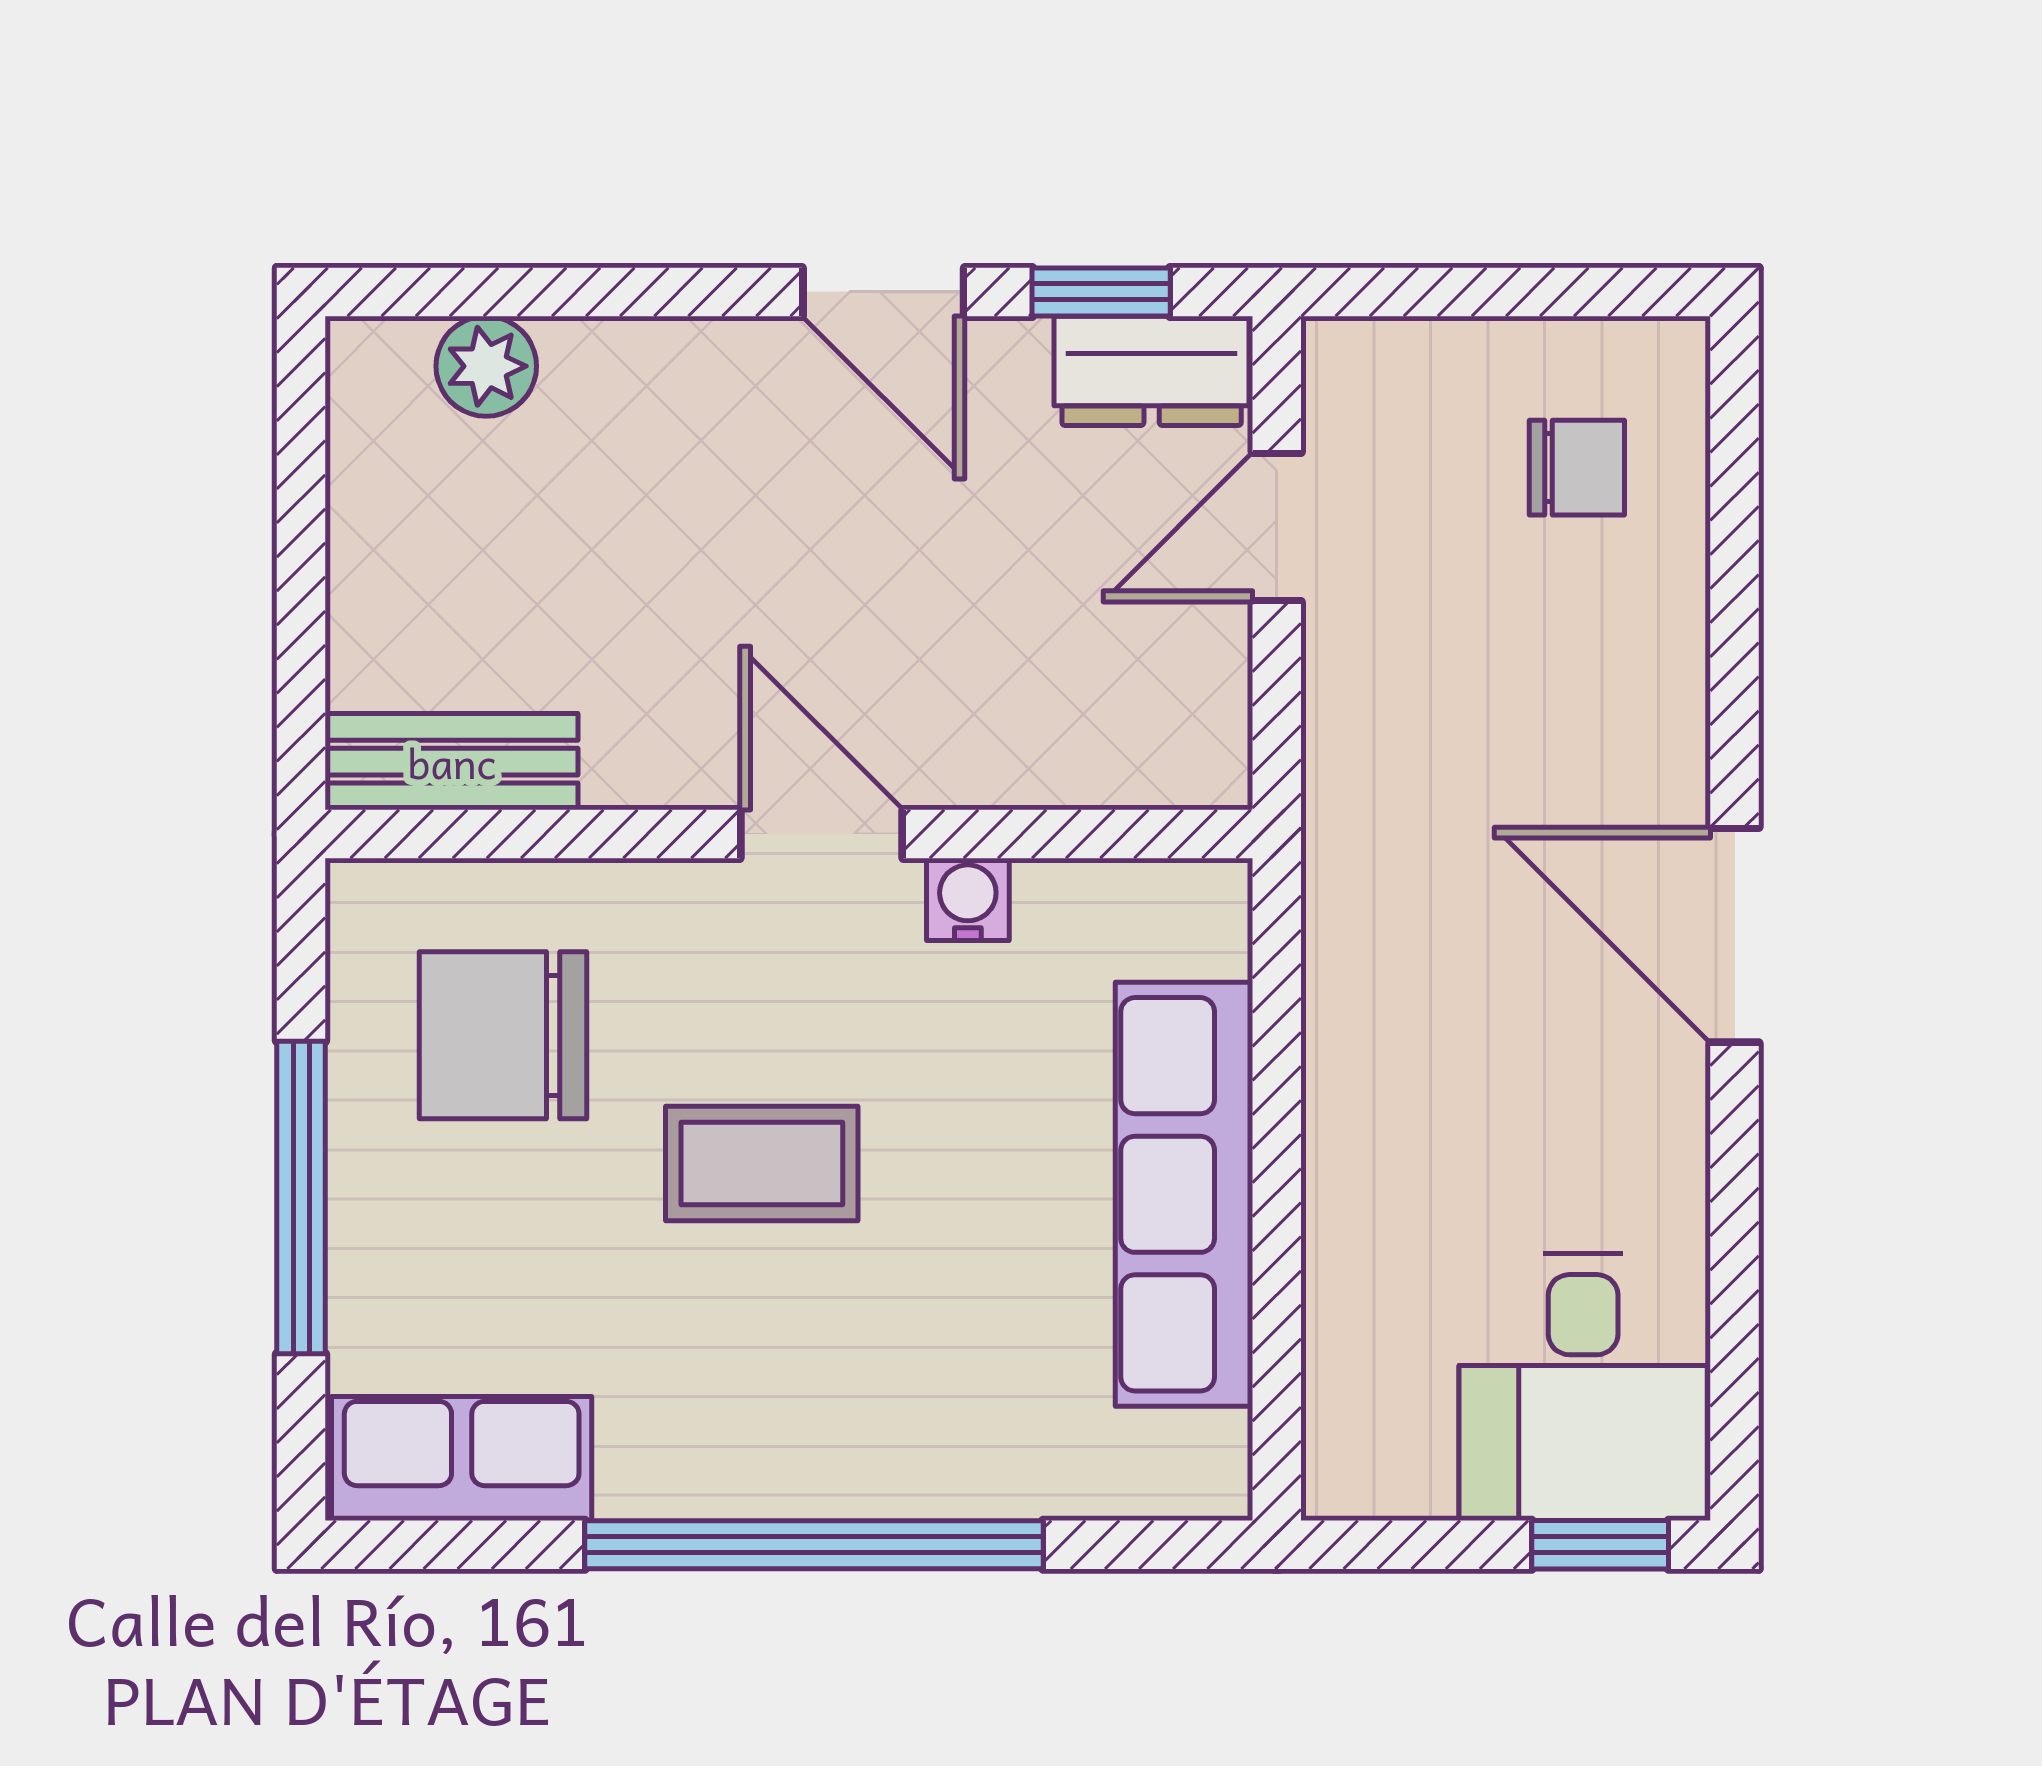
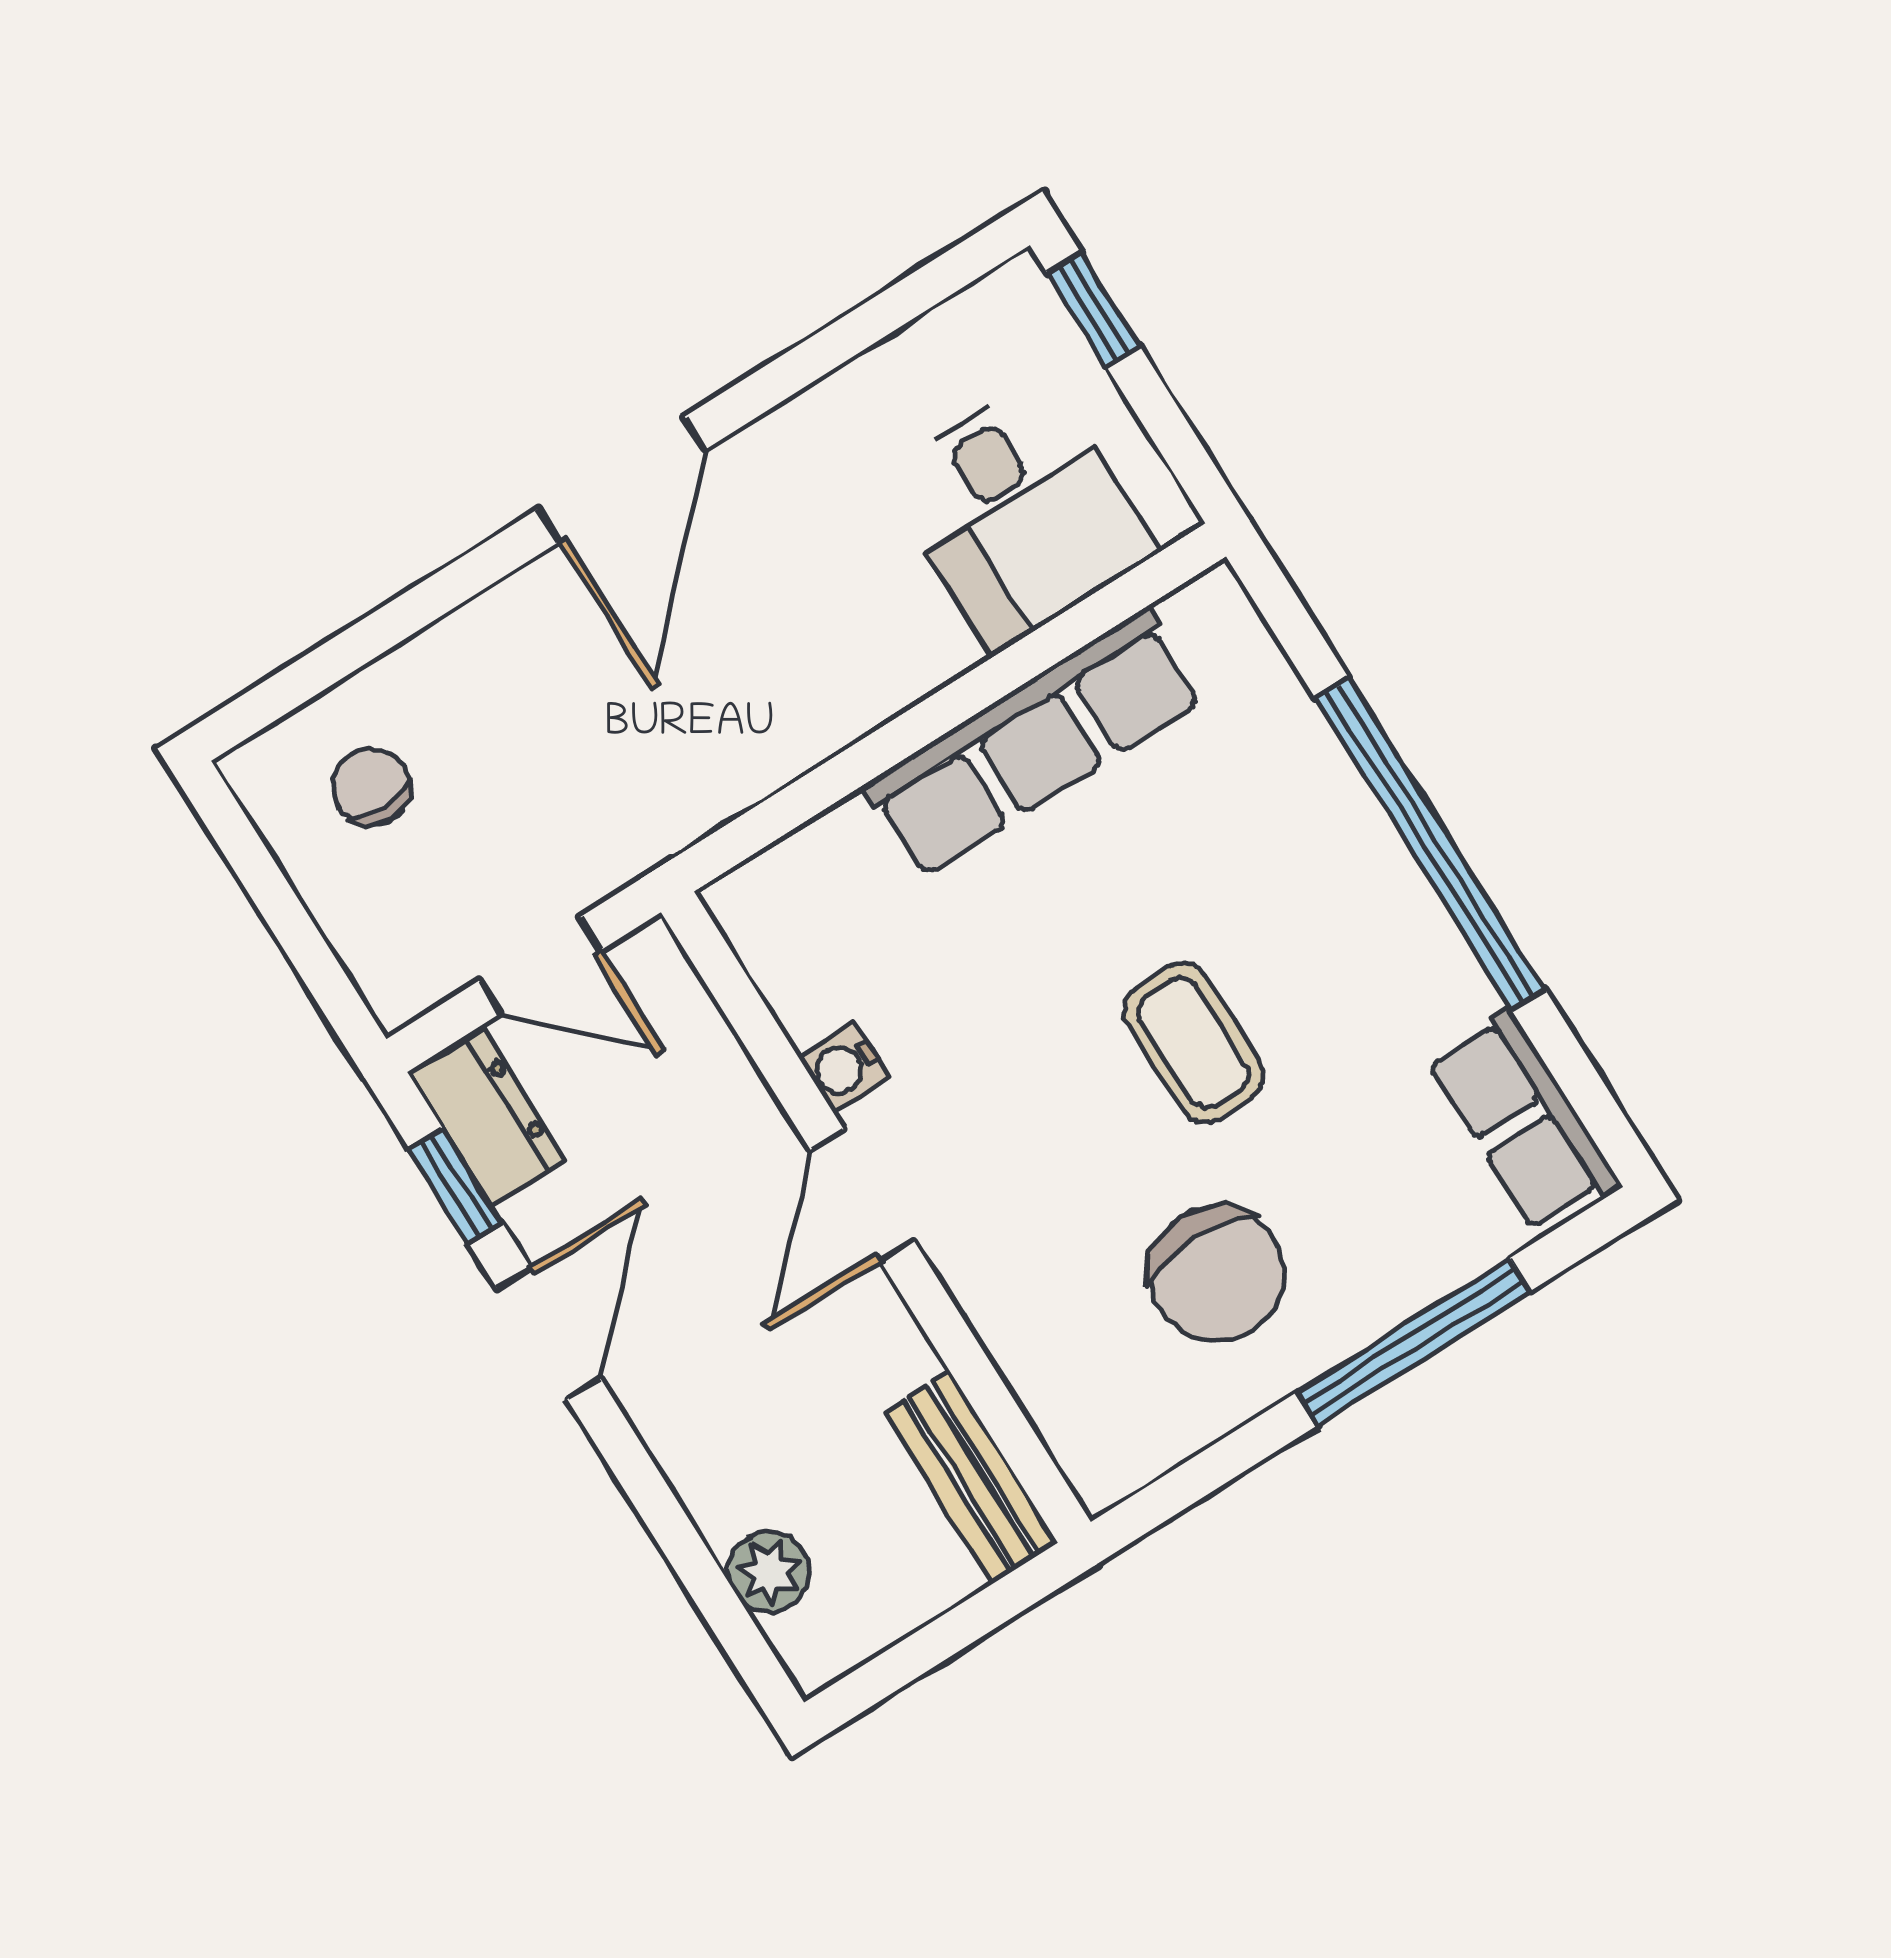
bench: (452, 762) -> (971, 1477), moved
wall: (789, 834) -> (876, 1217), moved
door: (821, 834) -> (862, 1195), moved
water cooler: (968, 899) -> (844, 1068), moved
desk: (1583, 1387) -> (1019, 514), moved, turned 90

